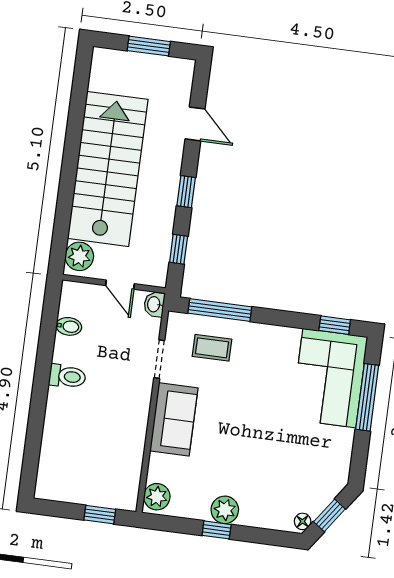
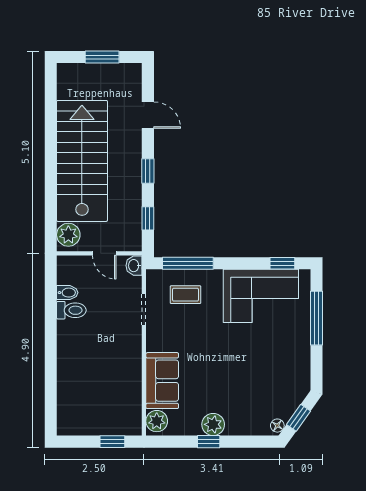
toilet: (67, 376) -> (71, 310), moved
corner sofa: (329, 378) -> (261, 296), moved, turned -90
sofa: (174, 419) -> (162, 381), moved

